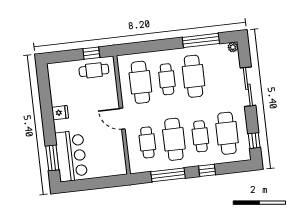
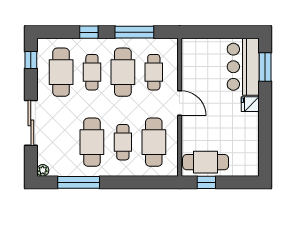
cafe table: (94, 70) -> (206, 162), width x1.37, depth x1.35
fridge: (60, 113) -> (250, 104), moved

